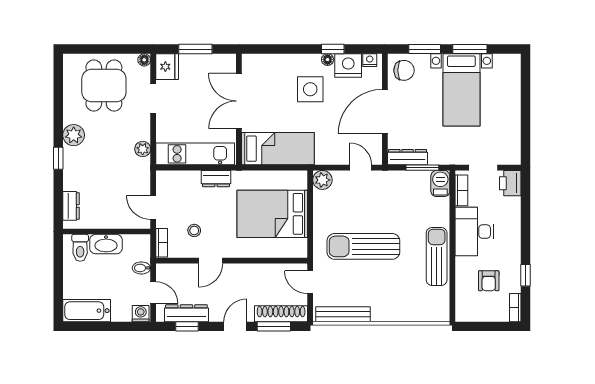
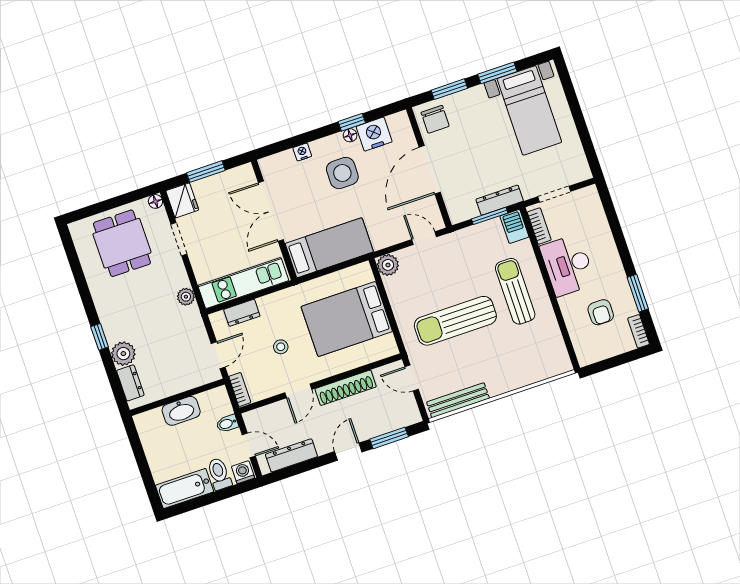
nightstand: (370, 60) -> (302, 152), moved
chair: (404, 70) -> (435, 119), turned 90
bed with nightstands: (461, 90) -> (529, 110), moved
plant: (74, 135) -> (123, 354), moved
dresser: (408, 157) -> (500, 200), moved
dresser: (216, 179) -> (242, 313), moved
printer: (510, 183) -> (589, 201), removed
door: (153, 208) -> (218, 355), swing flipped
stool: (194, 230) -> (281, 347), moved
toilet: (80, 248) -> (219, 474), moved, turned 180
sun lounger: (437, 257) -> (515, 291), moved
window: (525, 275) -> (638, 293), width x1.50
shoe rack: (281, 314) -> (346, 388), moved, turned 180
window: (187, 326) -> (297, 469), removed

